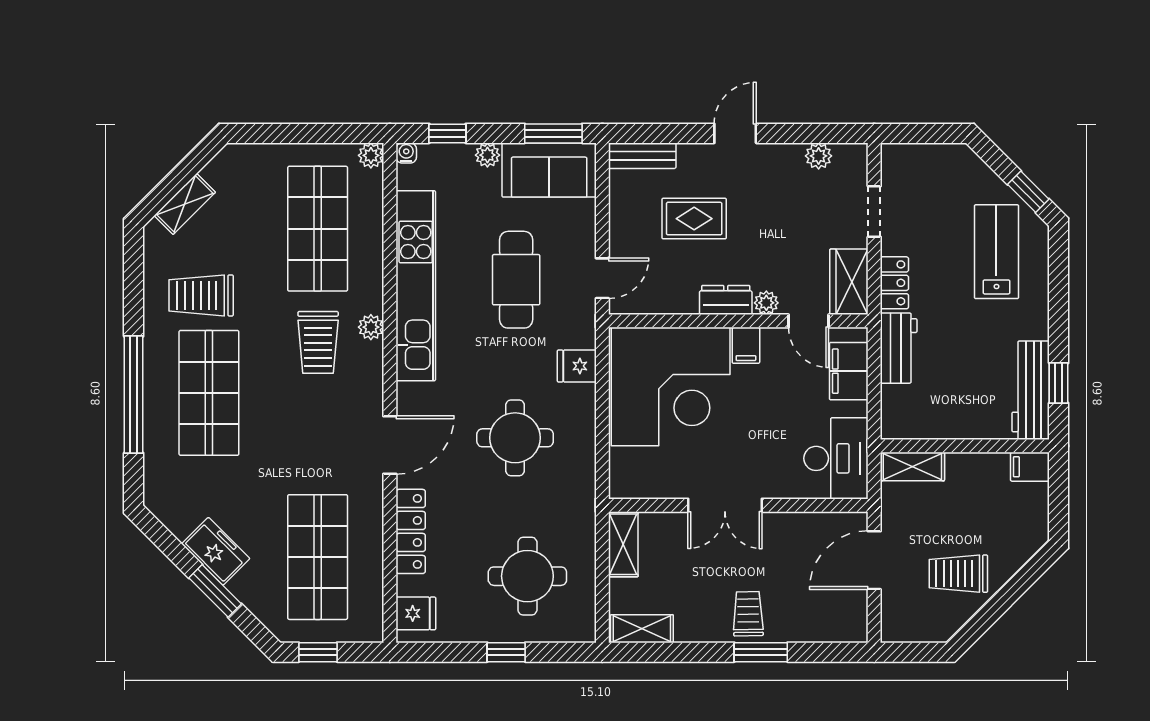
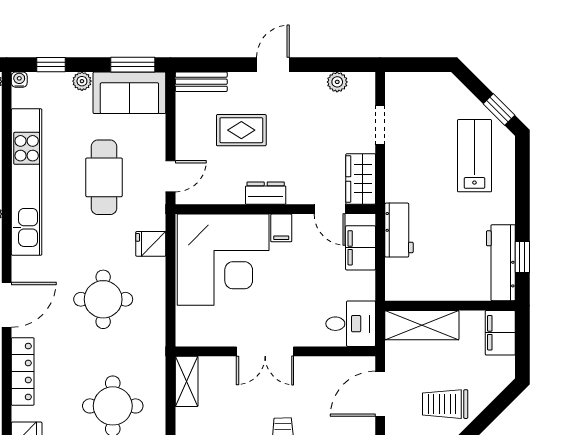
locker: (894, 283) -> (396, 180), removed
plant: (766, 303) -> (297, 195), removed
desk: (836, 458) -> (351, 324), width x0.73
shelving: (912, 467) -> (422, 325), width x1.50, depth x1.33
filing cabinet: (1030, 467) -> (500, 333), width x2.00

